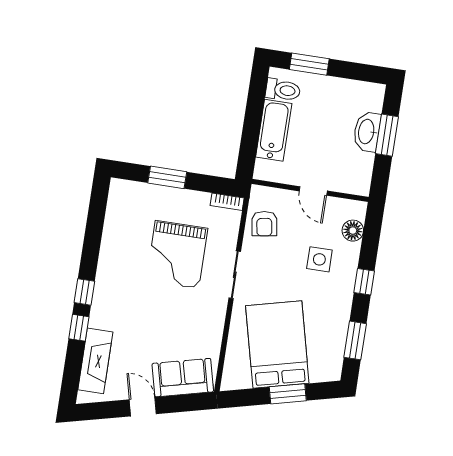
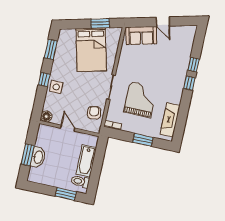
floor lamp: (353, 231) -> (46, 116), moved
side table: (319, 259) -> (56, 87), moved
fireplace: (95, 361) -> (170, 120), moved
window: (288, 394) -> (100, 23), moved

